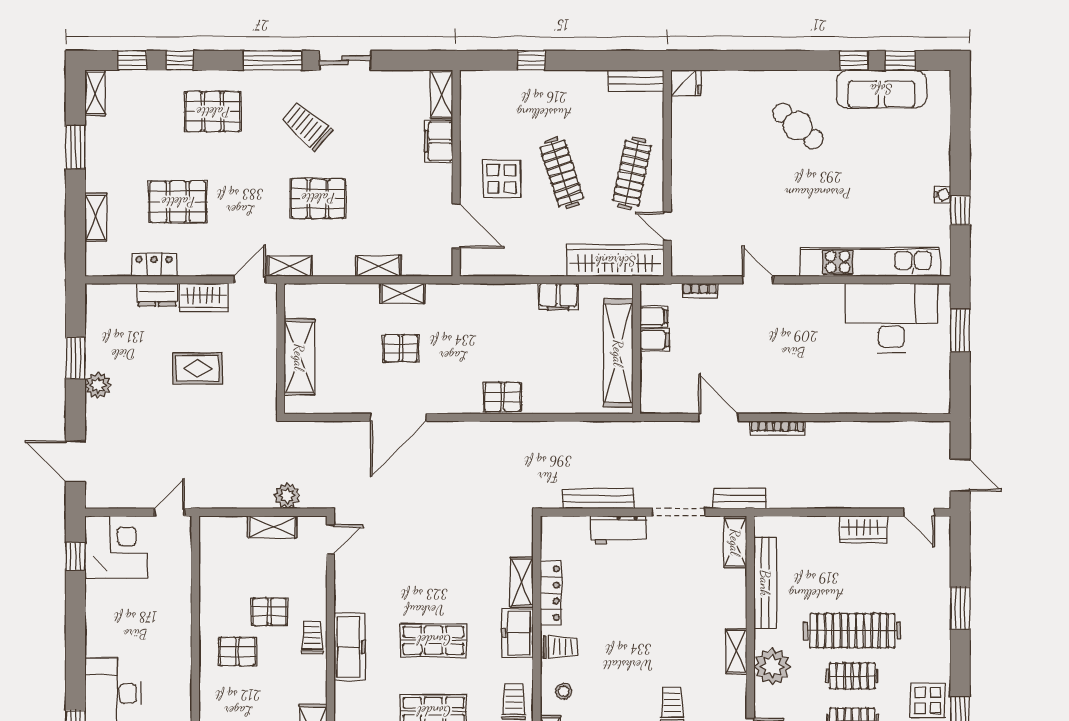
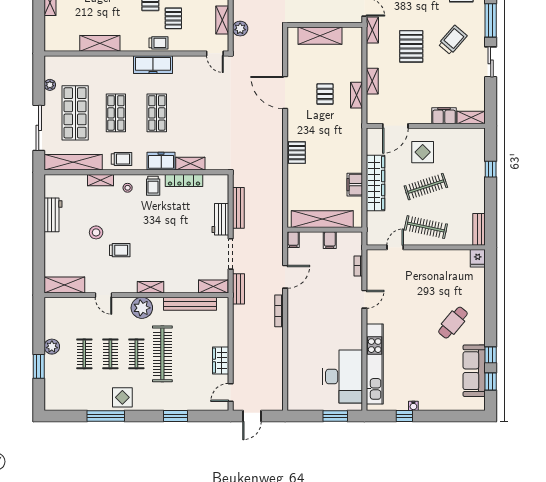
wardrobe: (615, 261) -> (375, 183), moved
filing cabinet: (654, 317) -> (293, 240), moved

